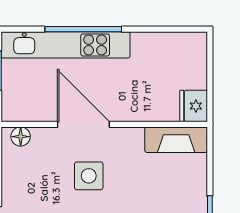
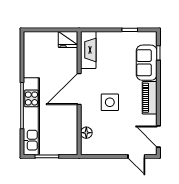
door: (83, 124) -> (79, 89), moved
floor lamp: (21, 137) -> (86, 133), moved

